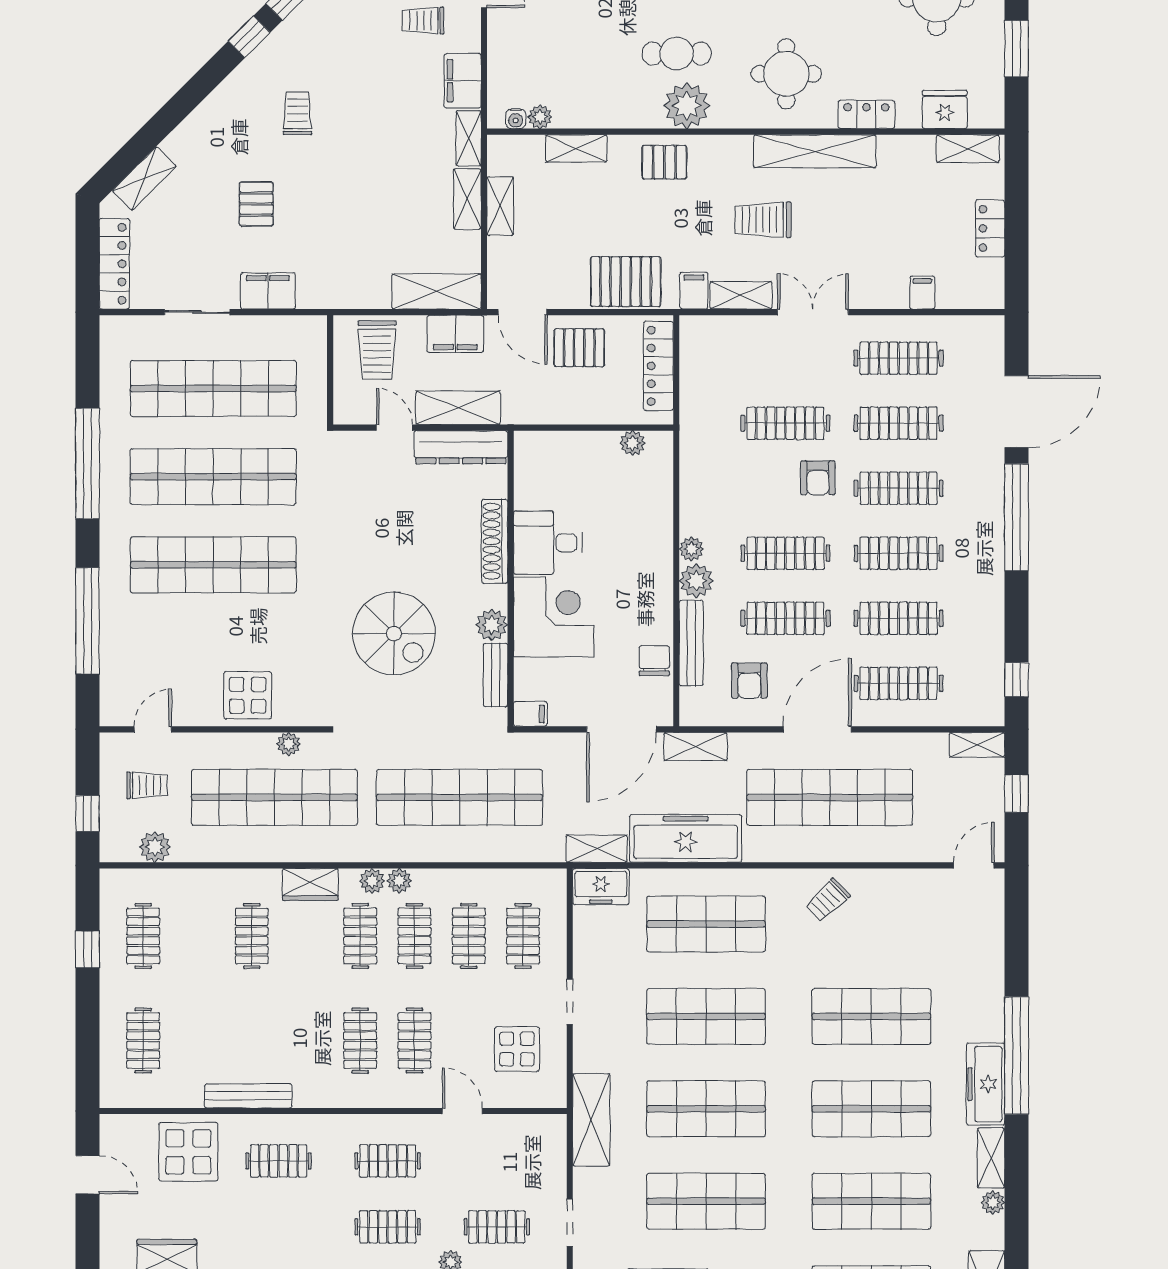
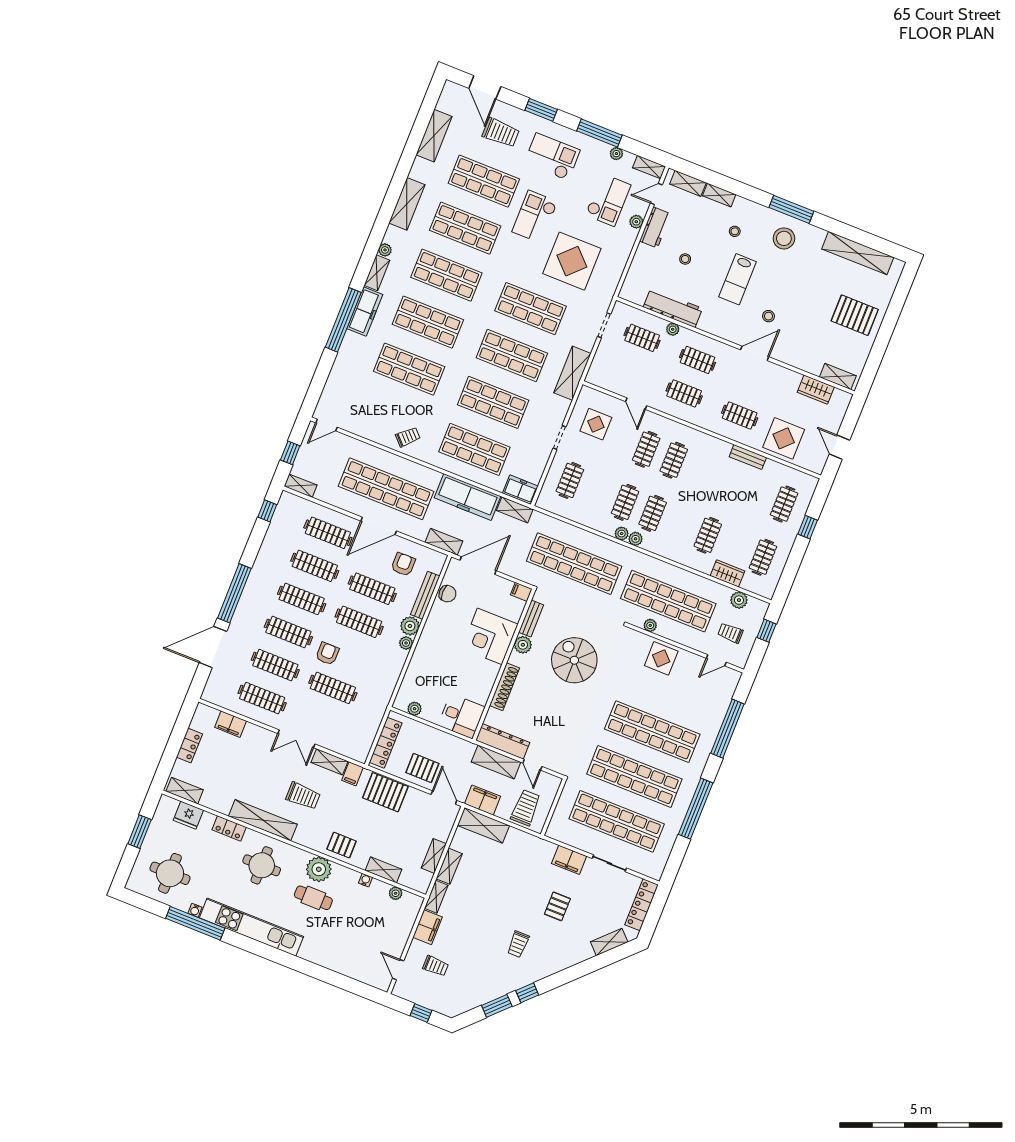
water cooler: (516, 119) -> (365, 880), moved
filing cabinet: (922, 293) -> (231, 724), width x2.00
desk: (548, 543) -> (461, 716), moved
chair: (654, 661) -> (447, 594), turned -90
wardrobe: (310, 884) -> (727, 573), moved
clothes rail: (469, 936) -> (597, 491), removed
window: (88, 949) -> (808, 527), moved
bench: (248, 1096) -> (748, 457), width x0.73

